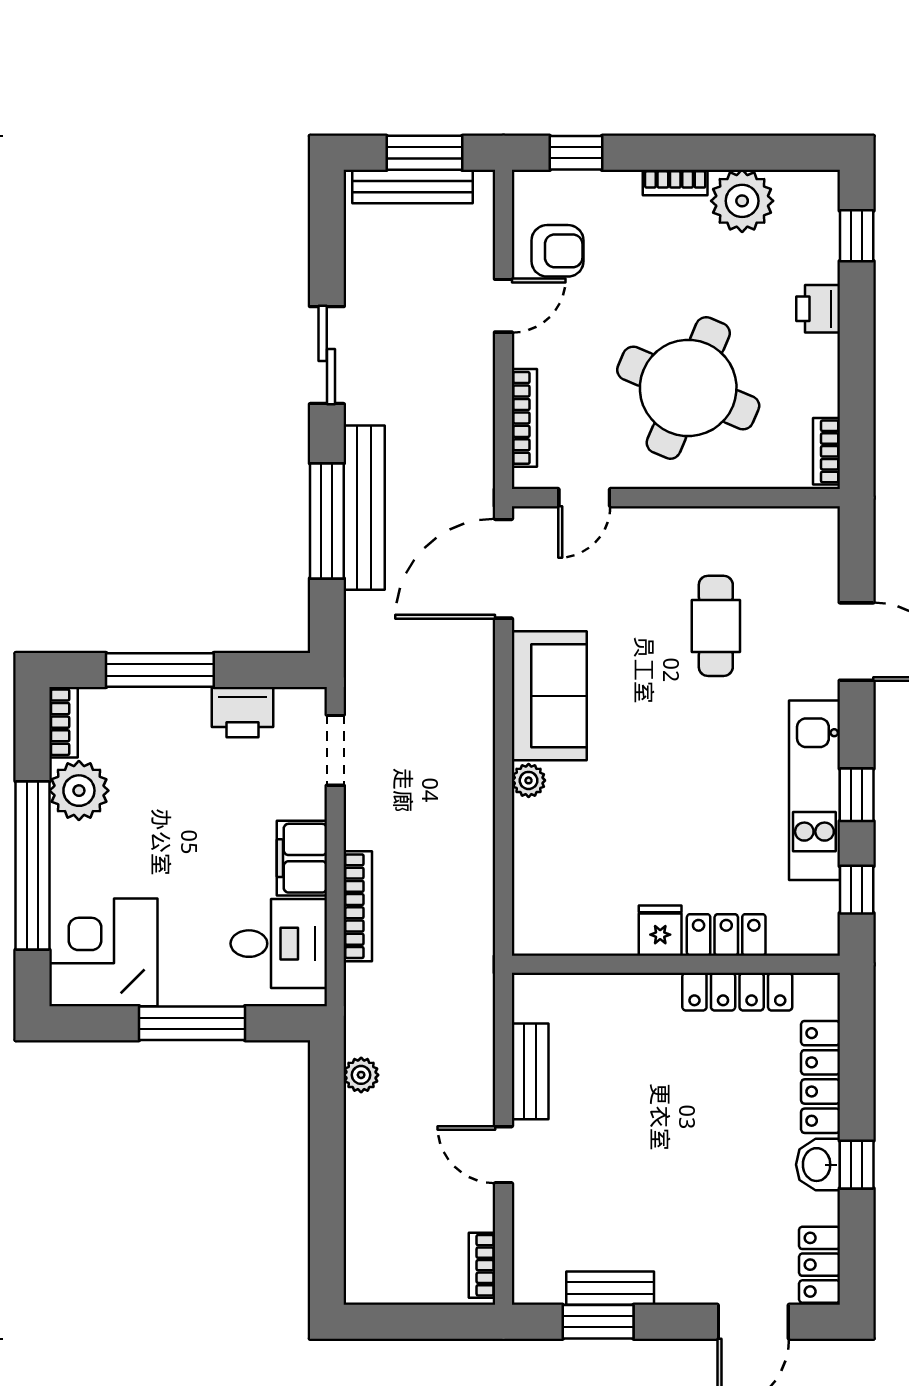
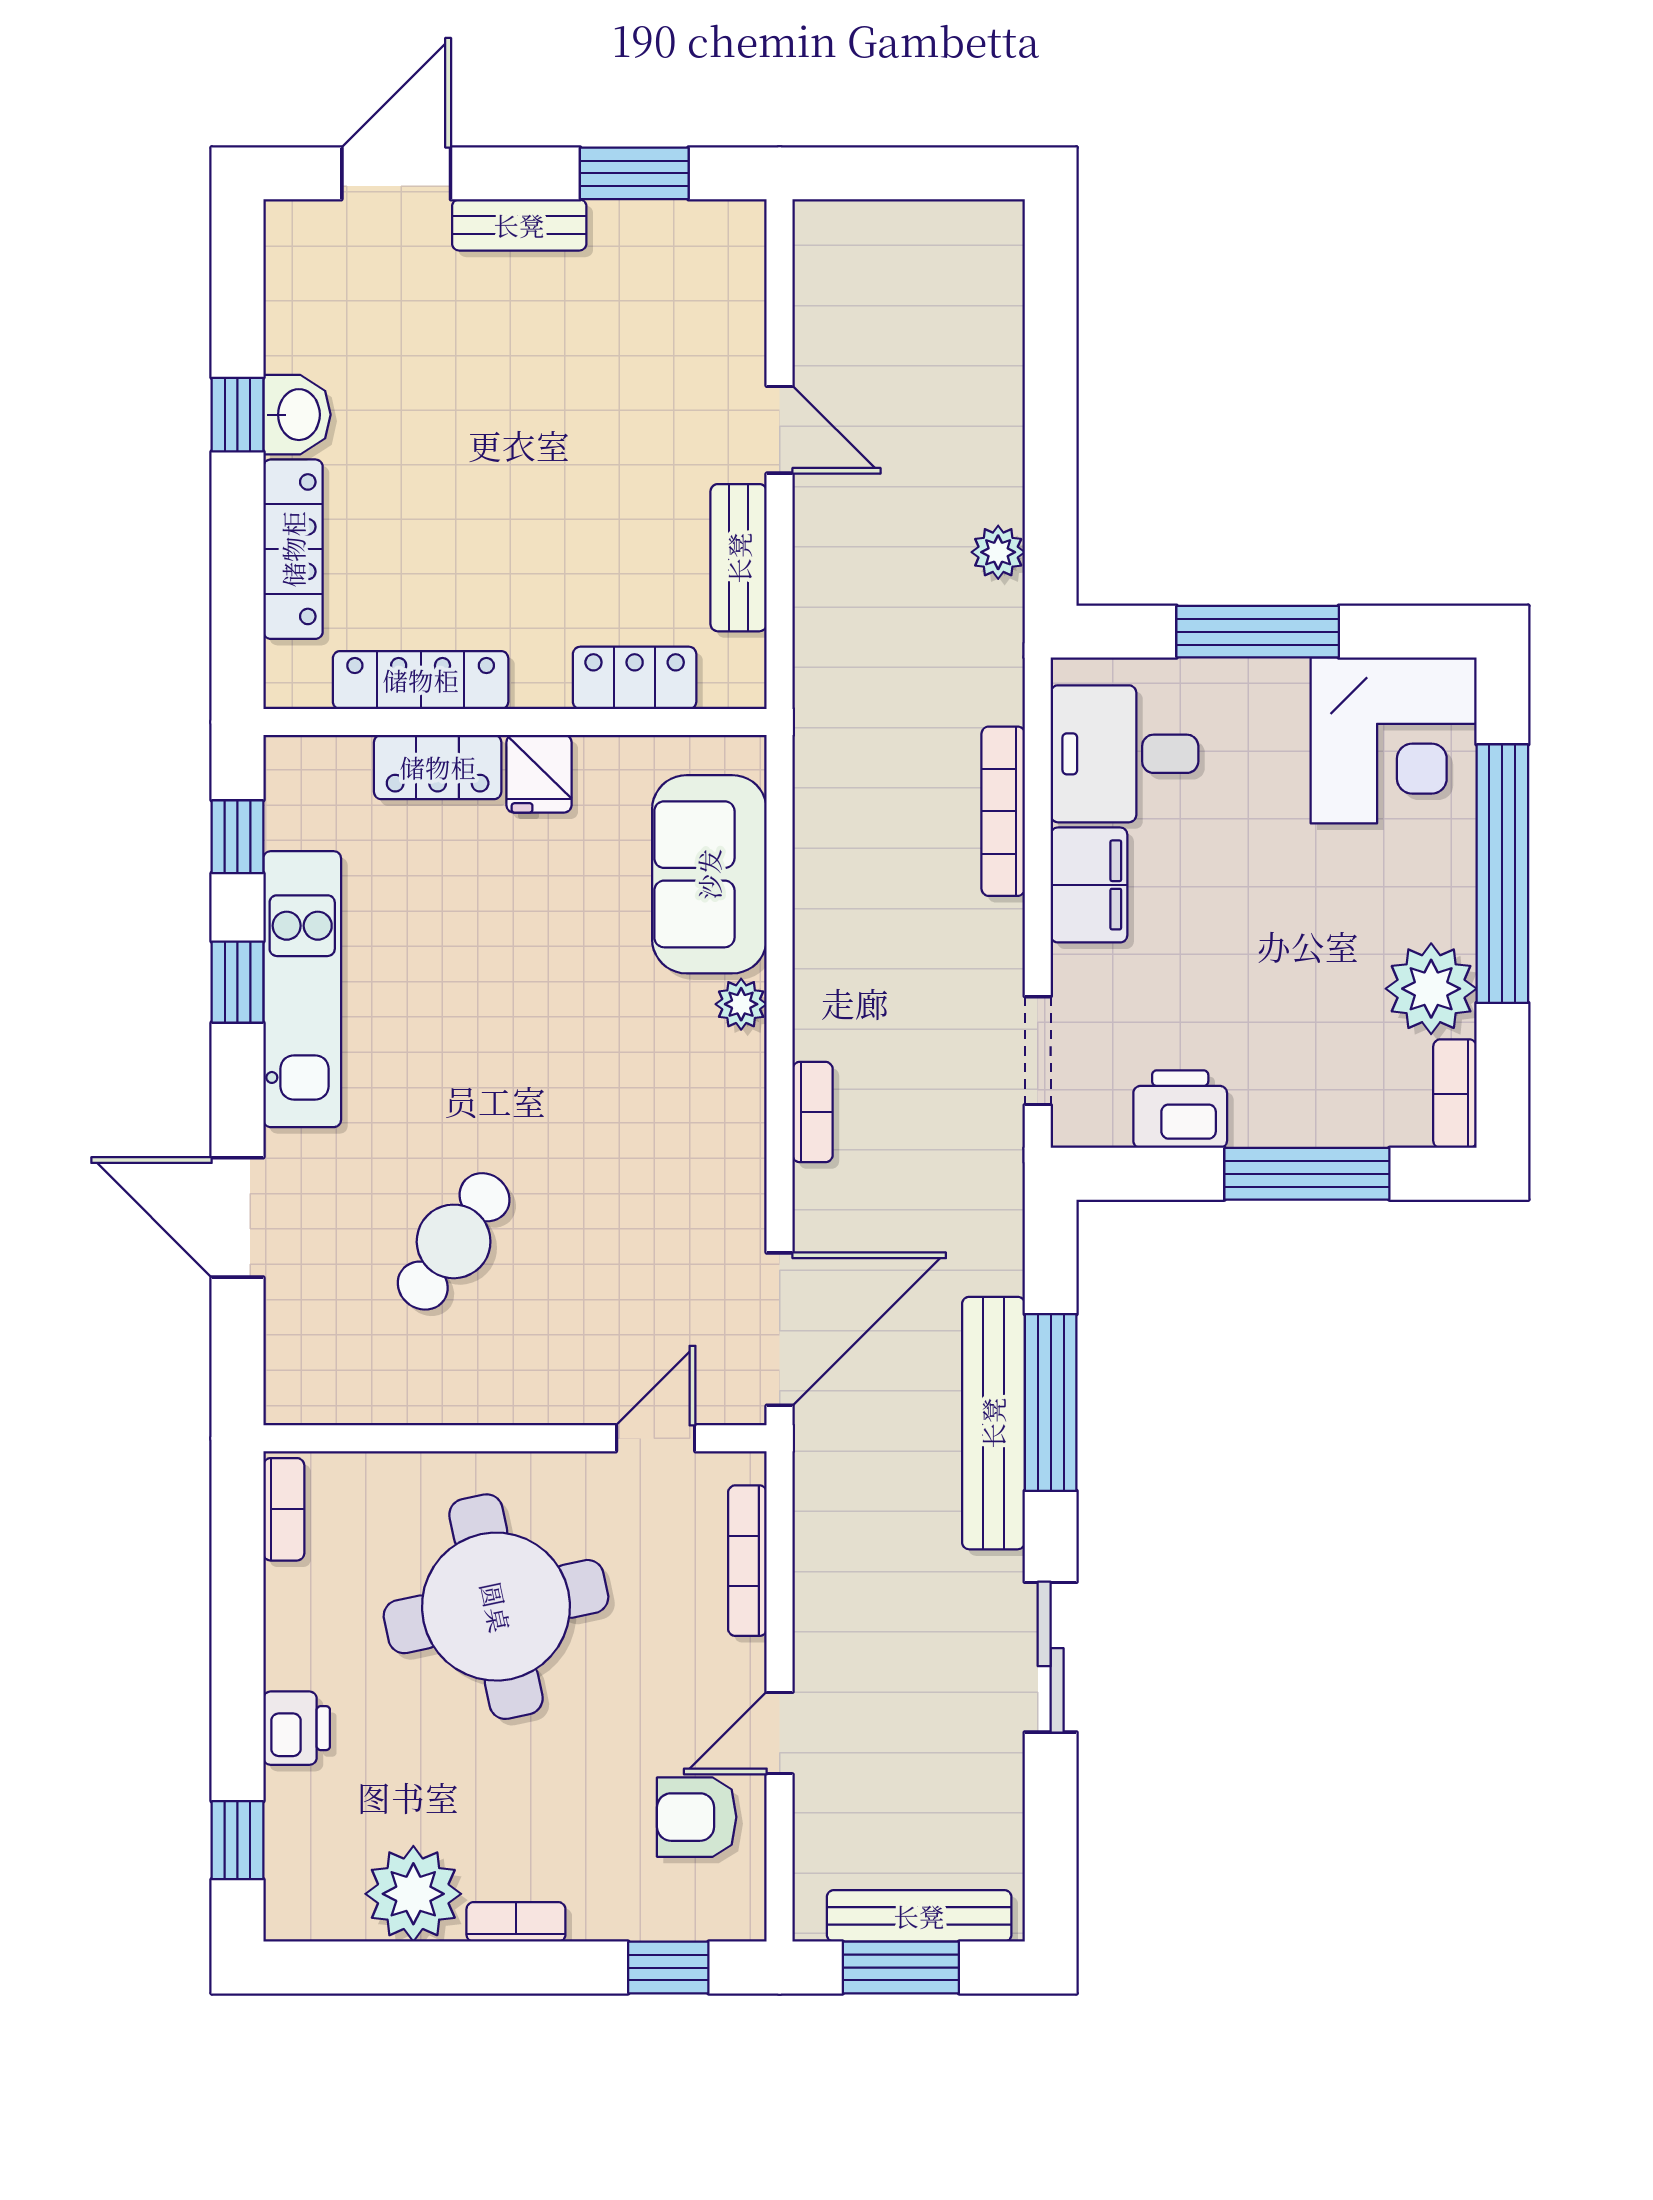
round table: (688, 388) -> (496, 1607), turned -35
cafe table: (716, 626) -> (454, 1241), turned 35
sofa: (549, 696) -> (709, 874), moved
bookcase: (482, 1265) -> (813, 1112), moved
locker: (819, 1265) -> (635, 678), moved, turned -90
bench: (610, 1288) -> (519, 225), moved

